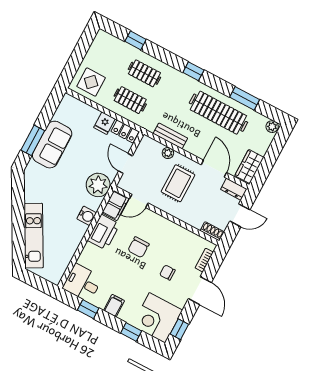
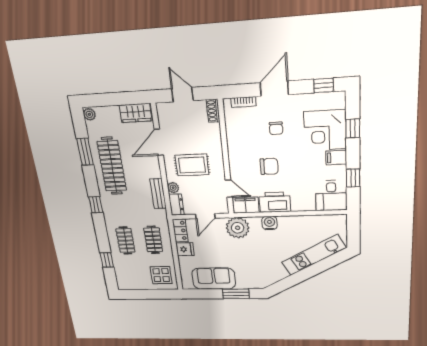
sofa: (52, 145) -> (214, 279), moved
dresser: (234, 189) -> (176, 204), moved
corner desk: (157, 318) -> (325, 130), moved, turned 90

